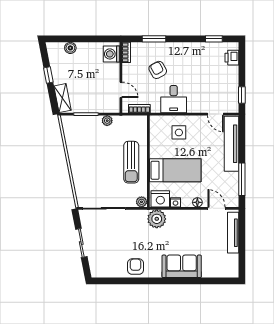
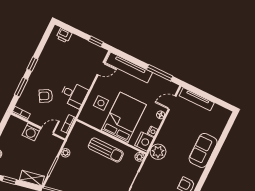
window: (214, 39) -> (32, 64), moved
washing machine: (111, 54) -> (31, 132), moved
bed: (175, 170) -> (124, 118), width x1.50

